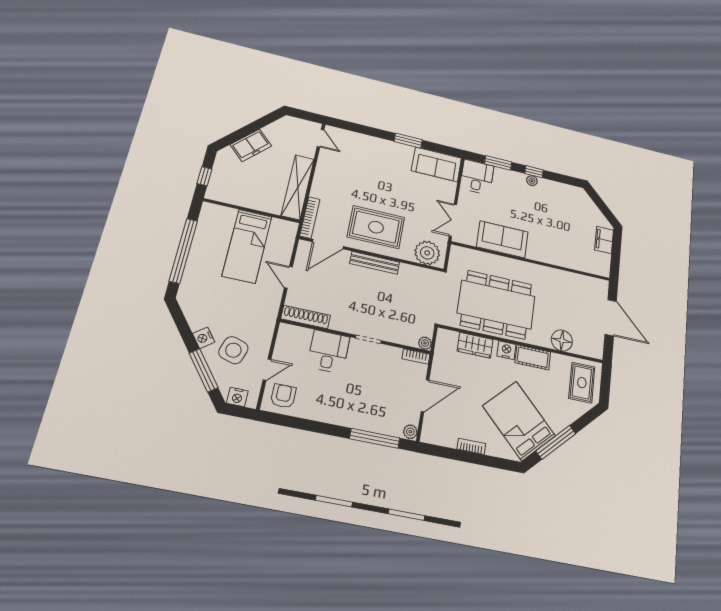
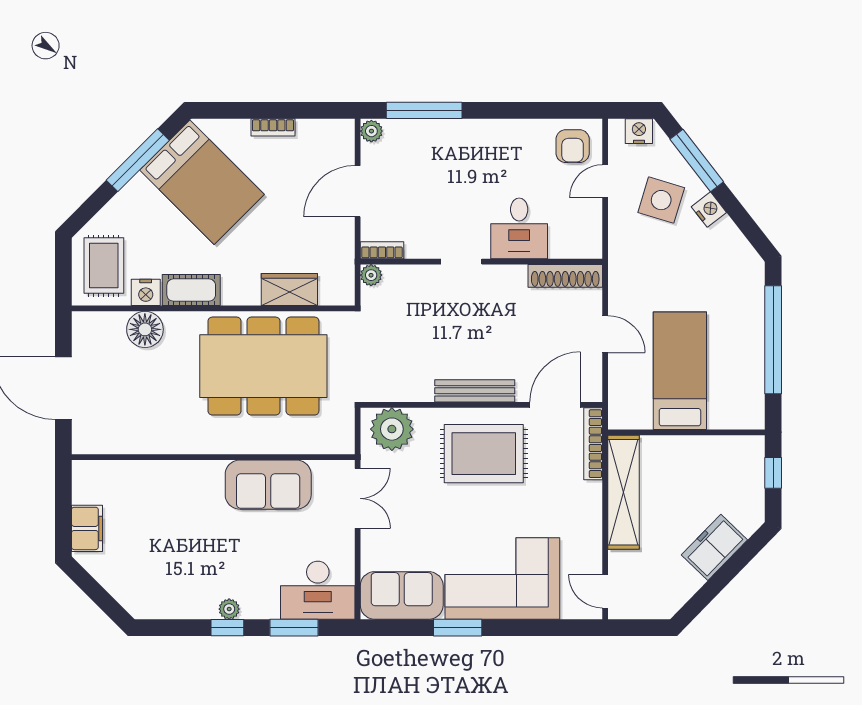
corner sofa: (378, 159) -> (502, 579), added
desk: (477, 177) -> (318, 590), width x1.37
nightstand: (506, 350) -> (146, 292), moved

